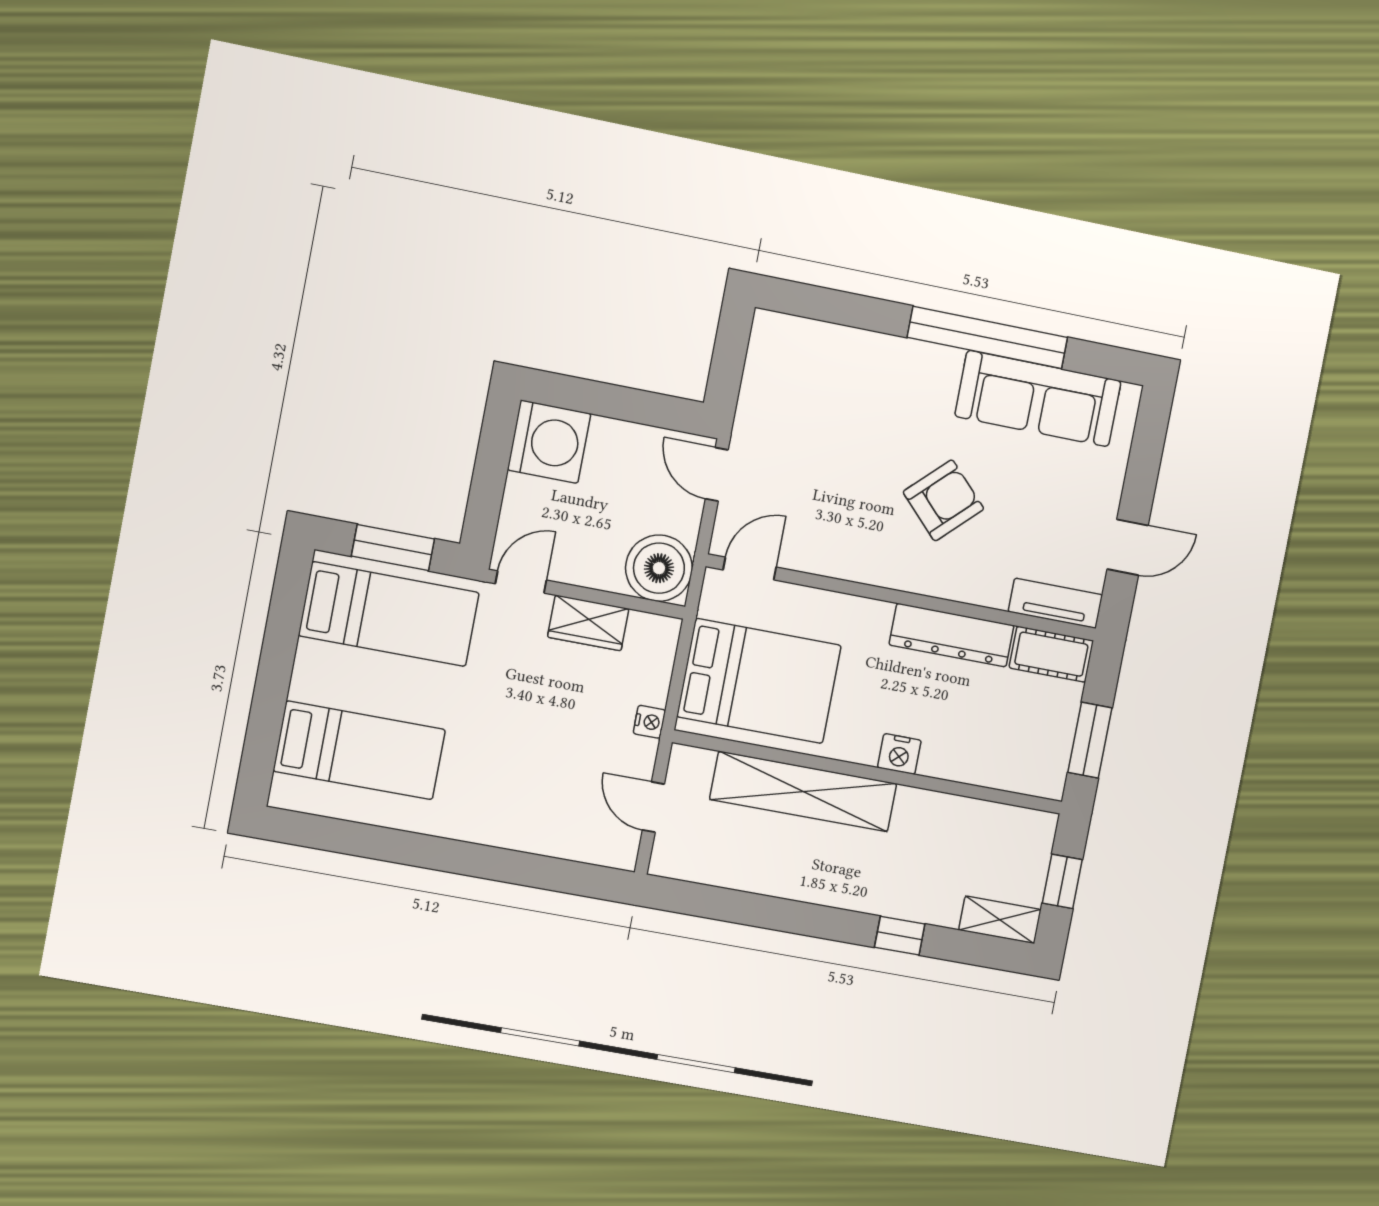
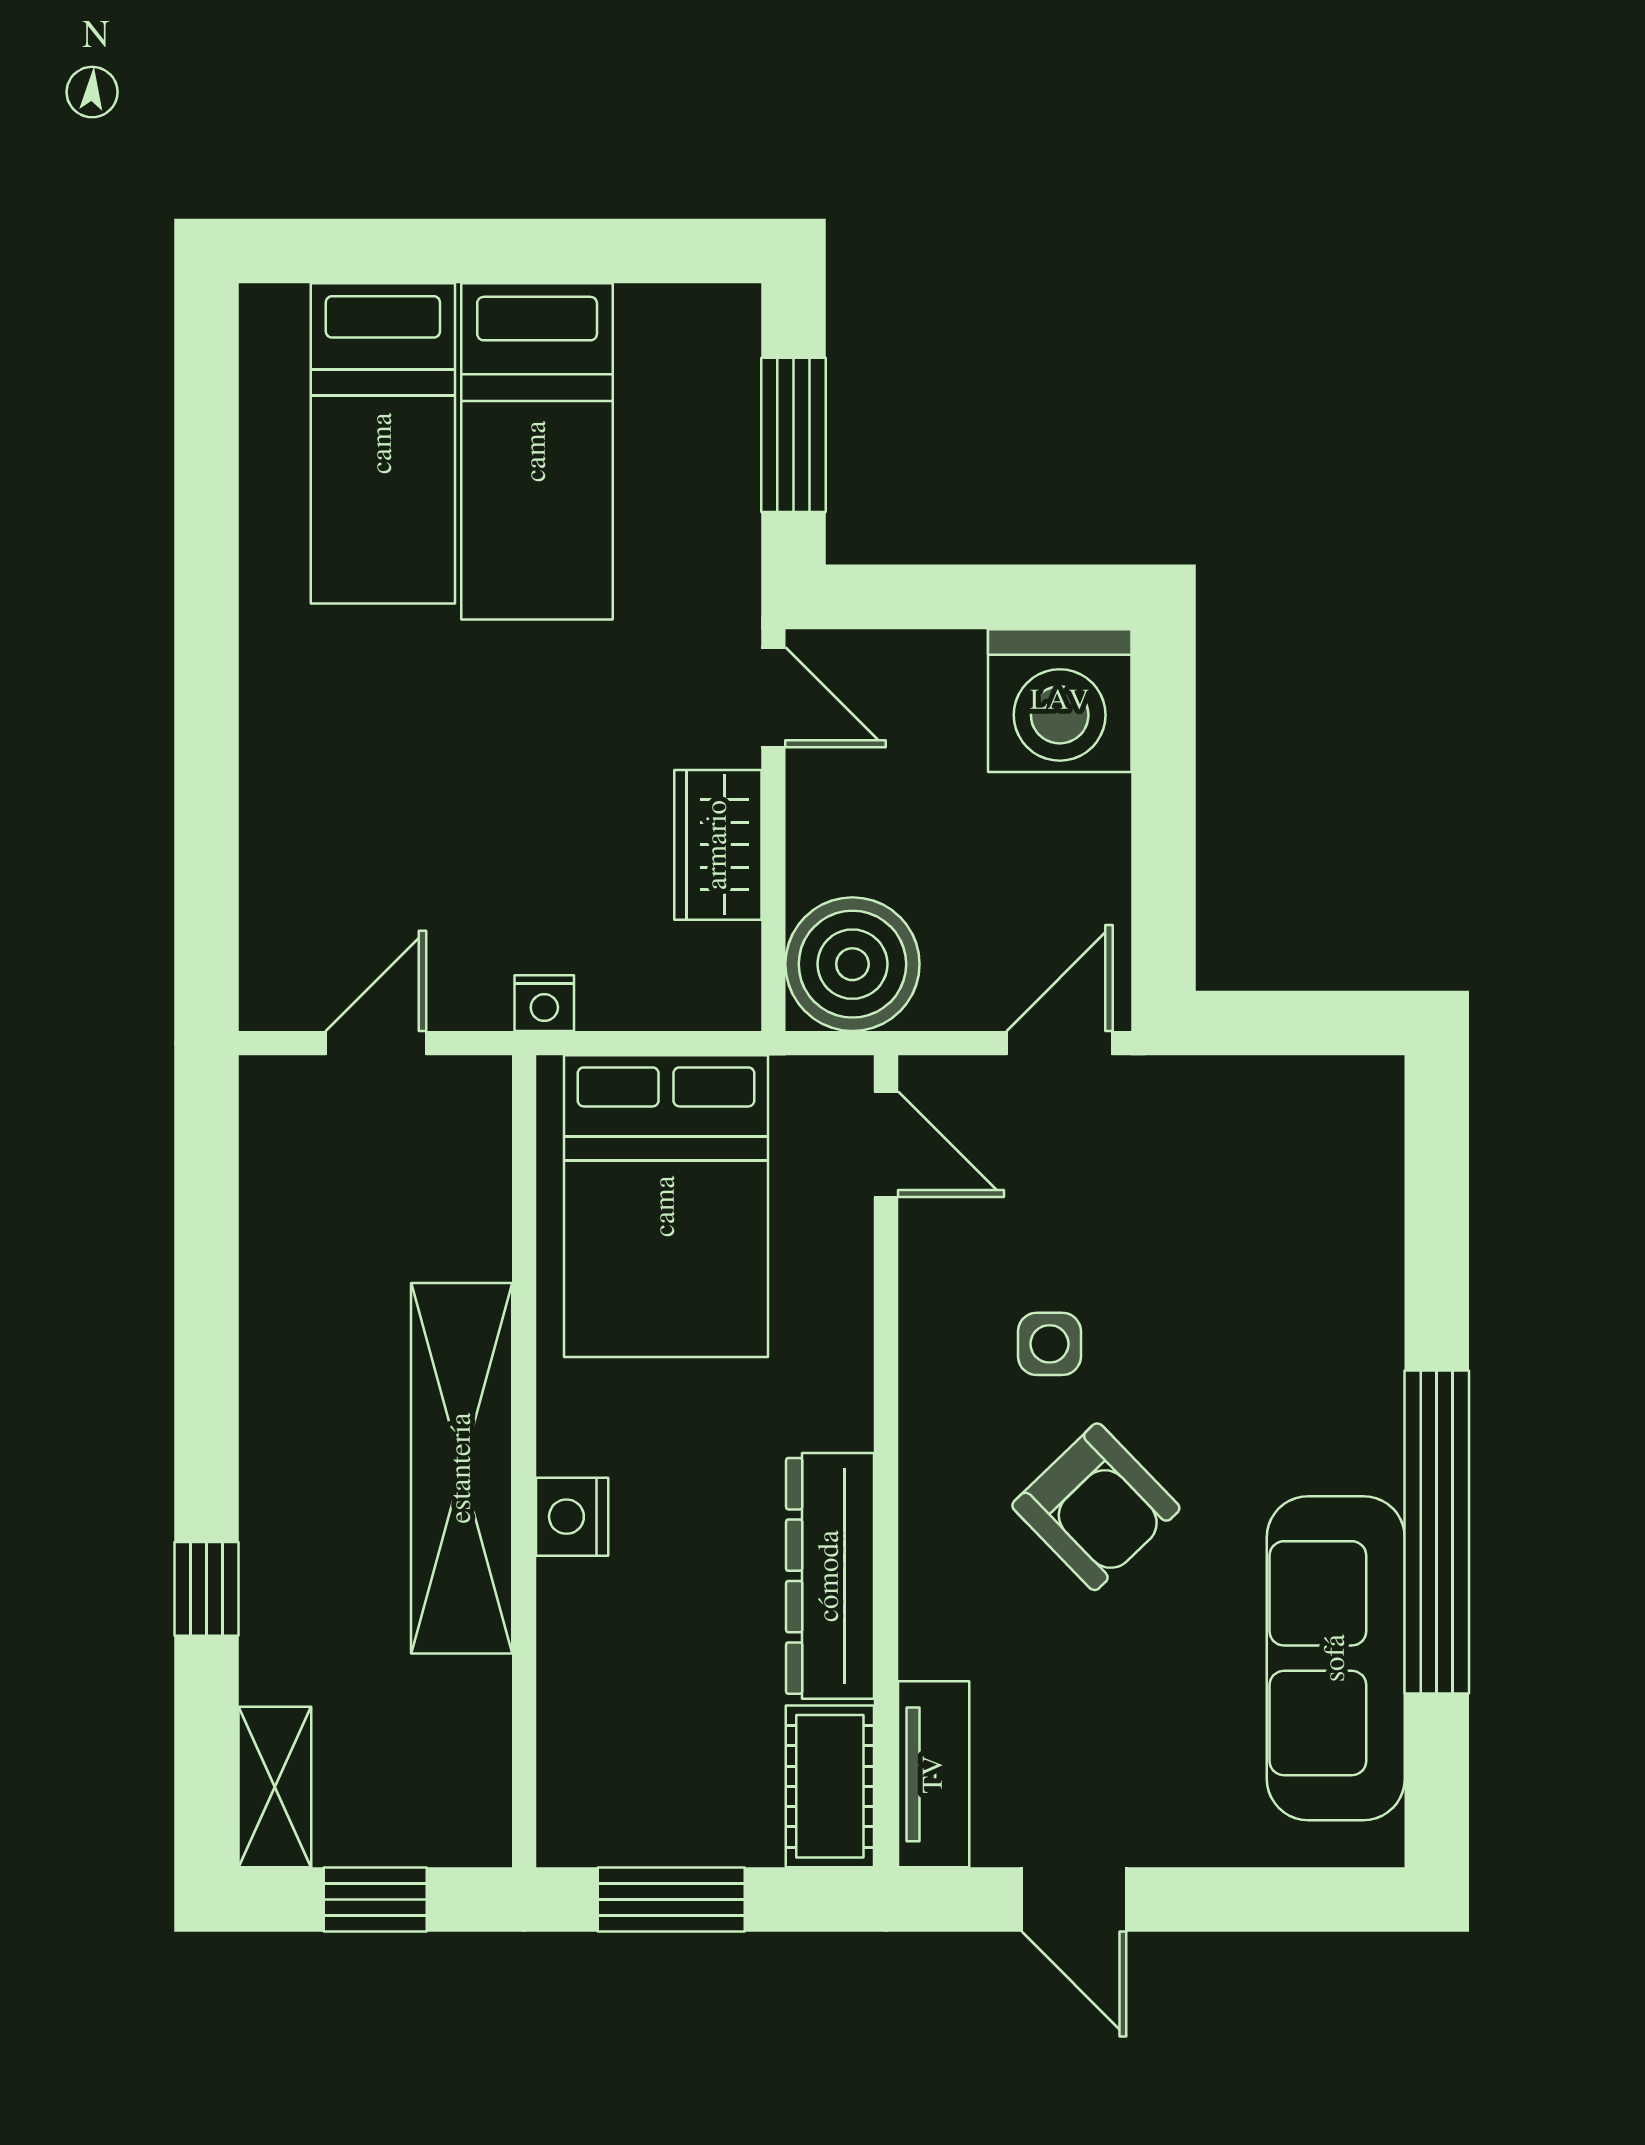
side table: (861, 508) -> (1049, 1344), added
bed: (389, 614) -> (537, 451), moved
shelving: (803, 792) -> (462, 1468), moved

